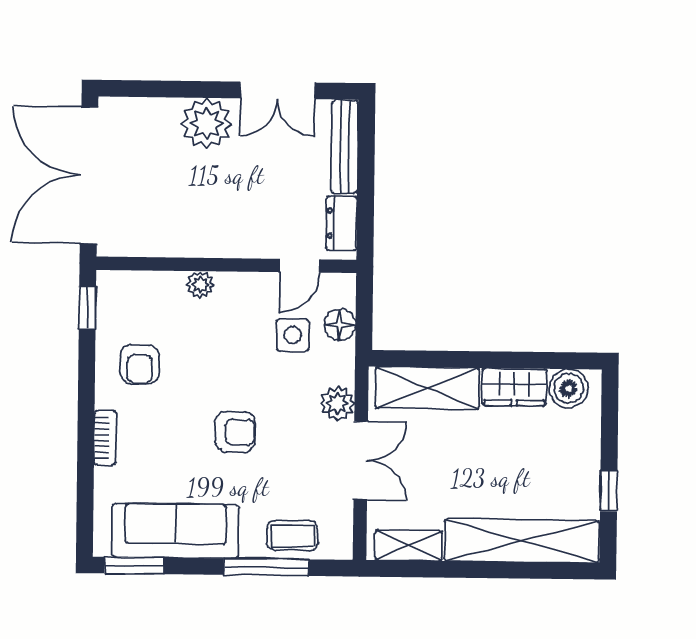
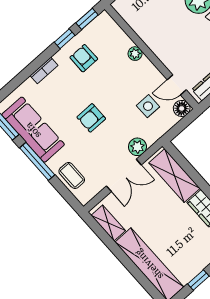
floor lamp: (340, 325) -> (182, 108), moved
armchair: (140, 364) -> (84, 58), turned 90
window: (87, 366) -> (65, 39), added
armchair: (235, 432) -> (91, 118), turned 90
window: (266, 567) -> (37, 161), moved

